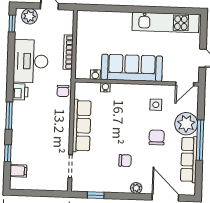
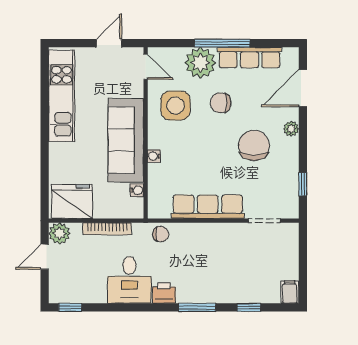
plant: (29, 16) -> (59, 233), moved
fridge: (89, 27) -> (72, 201), added
desk: (31, 61) -> (129, 280), width x0.73
water cooler: (105, 87) -> (154, 156), moved
side table: (156, 105) -> (176, 106), width x1.87, depth x1.87
chair: (125, 161) -> (254, 145), width x1.87, depth x1.87
filing cabinet: (18, 171) -> (290, 292), moved

